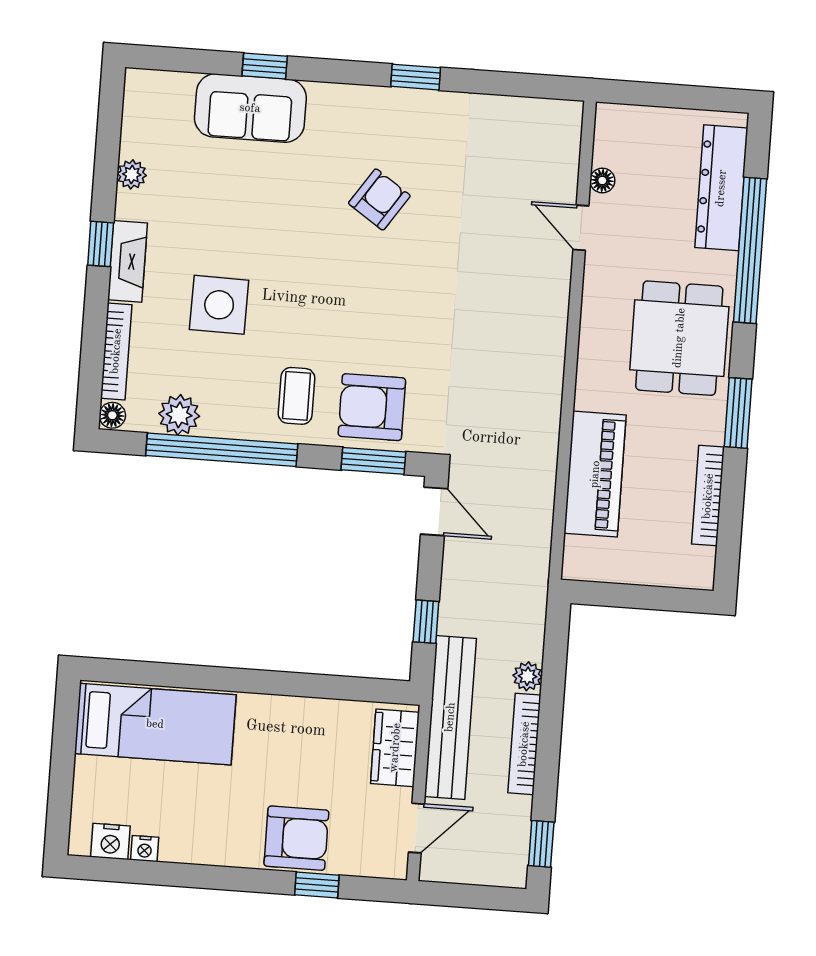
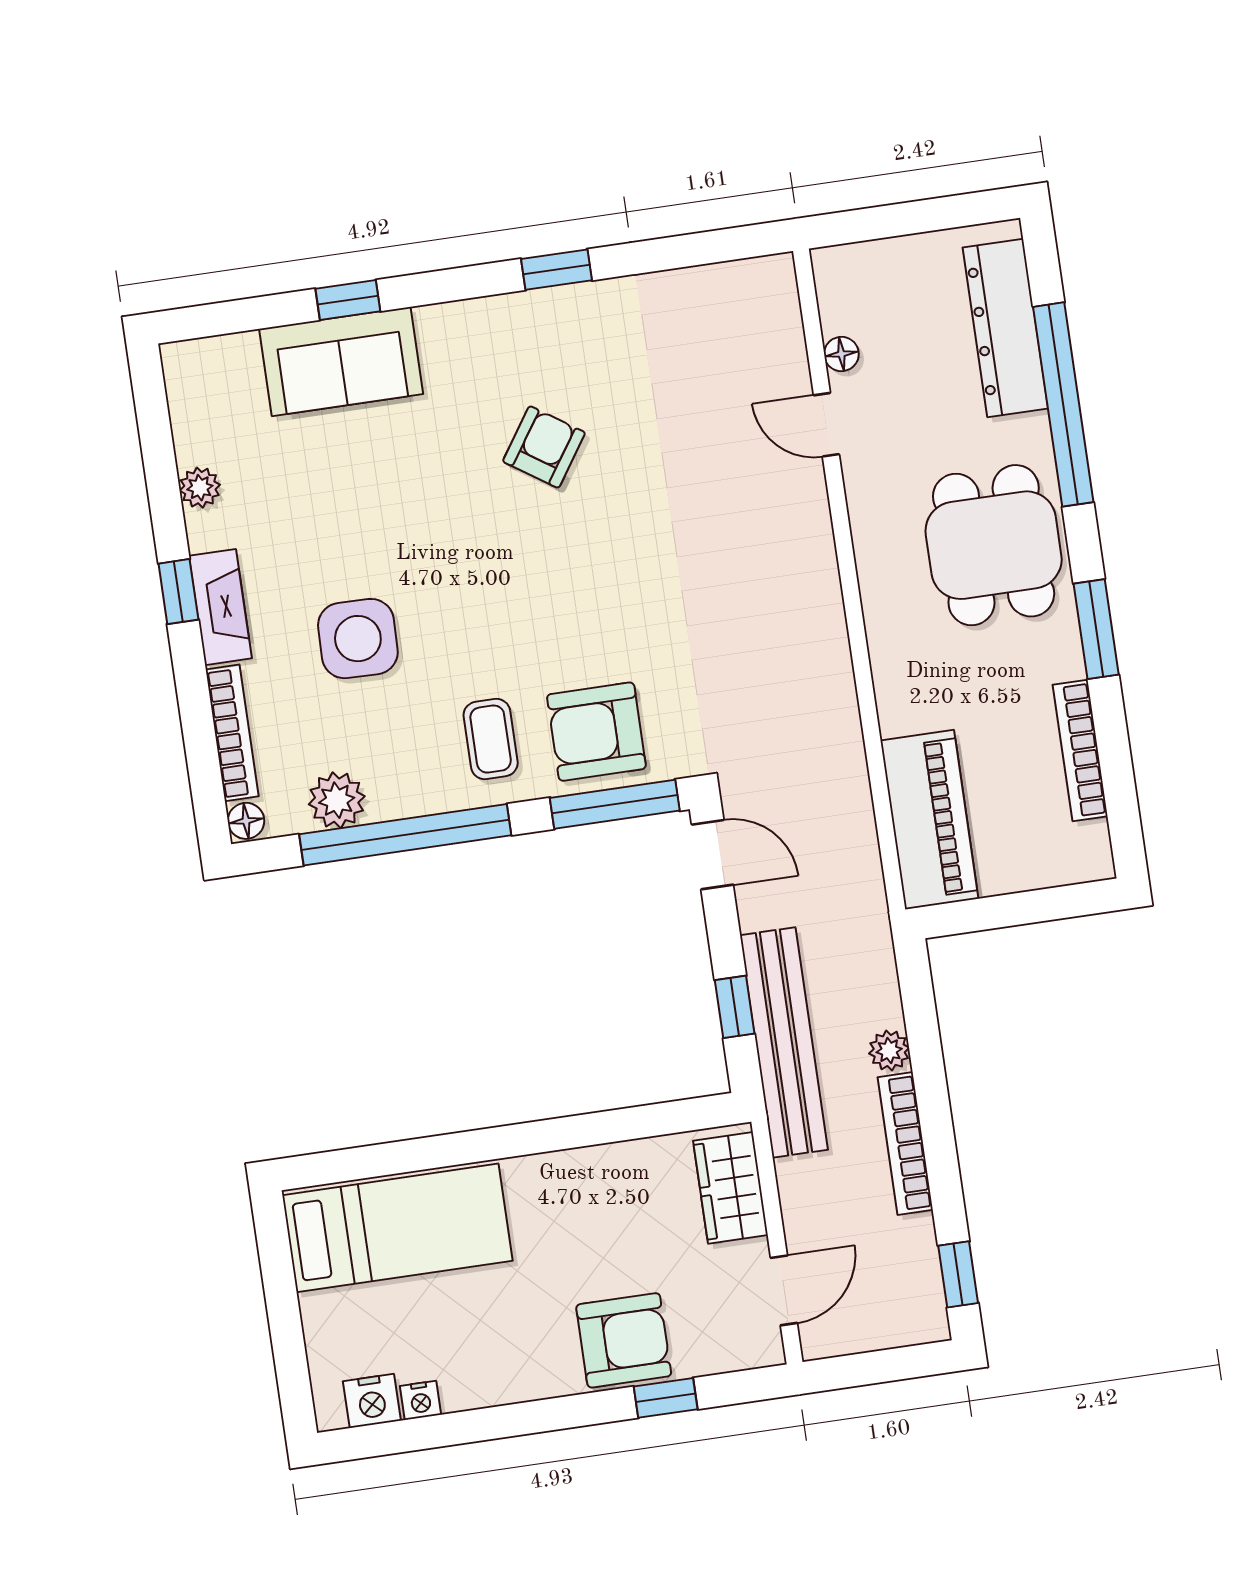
window: (373, 461) -> (615, 804), width x1.44
piano: (595, 474) -> (929, 820), moved
bench: (450, 717) -> (784, 1042), moved

